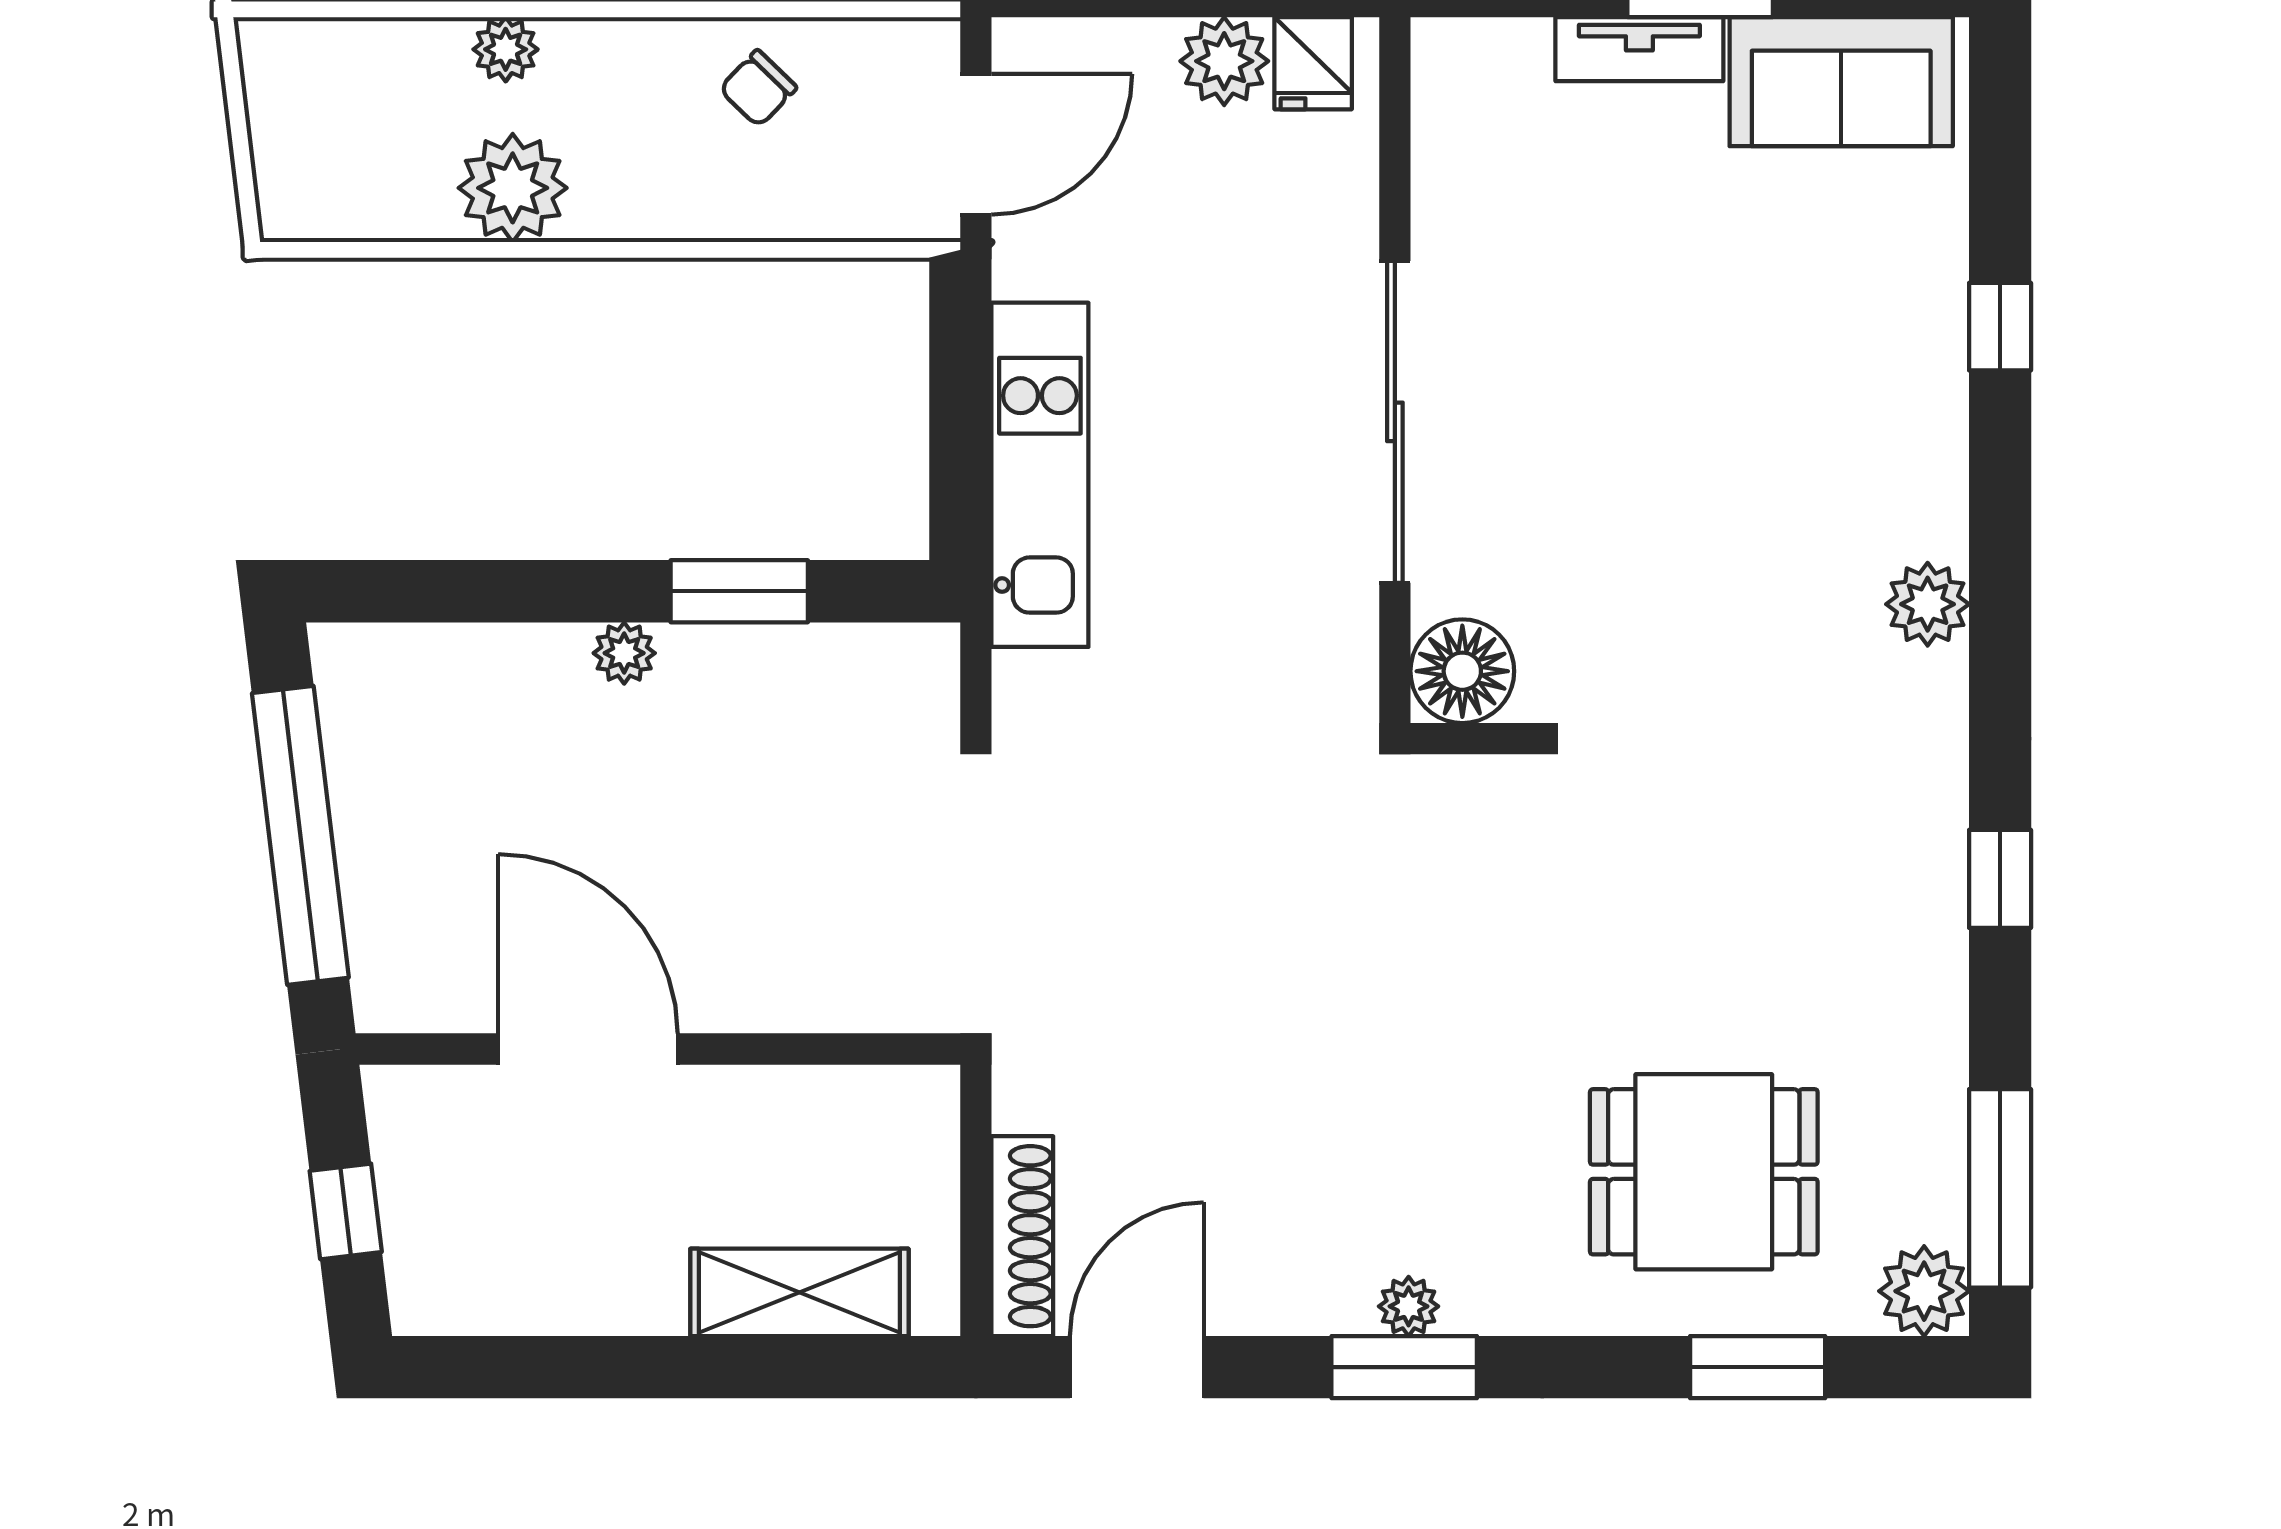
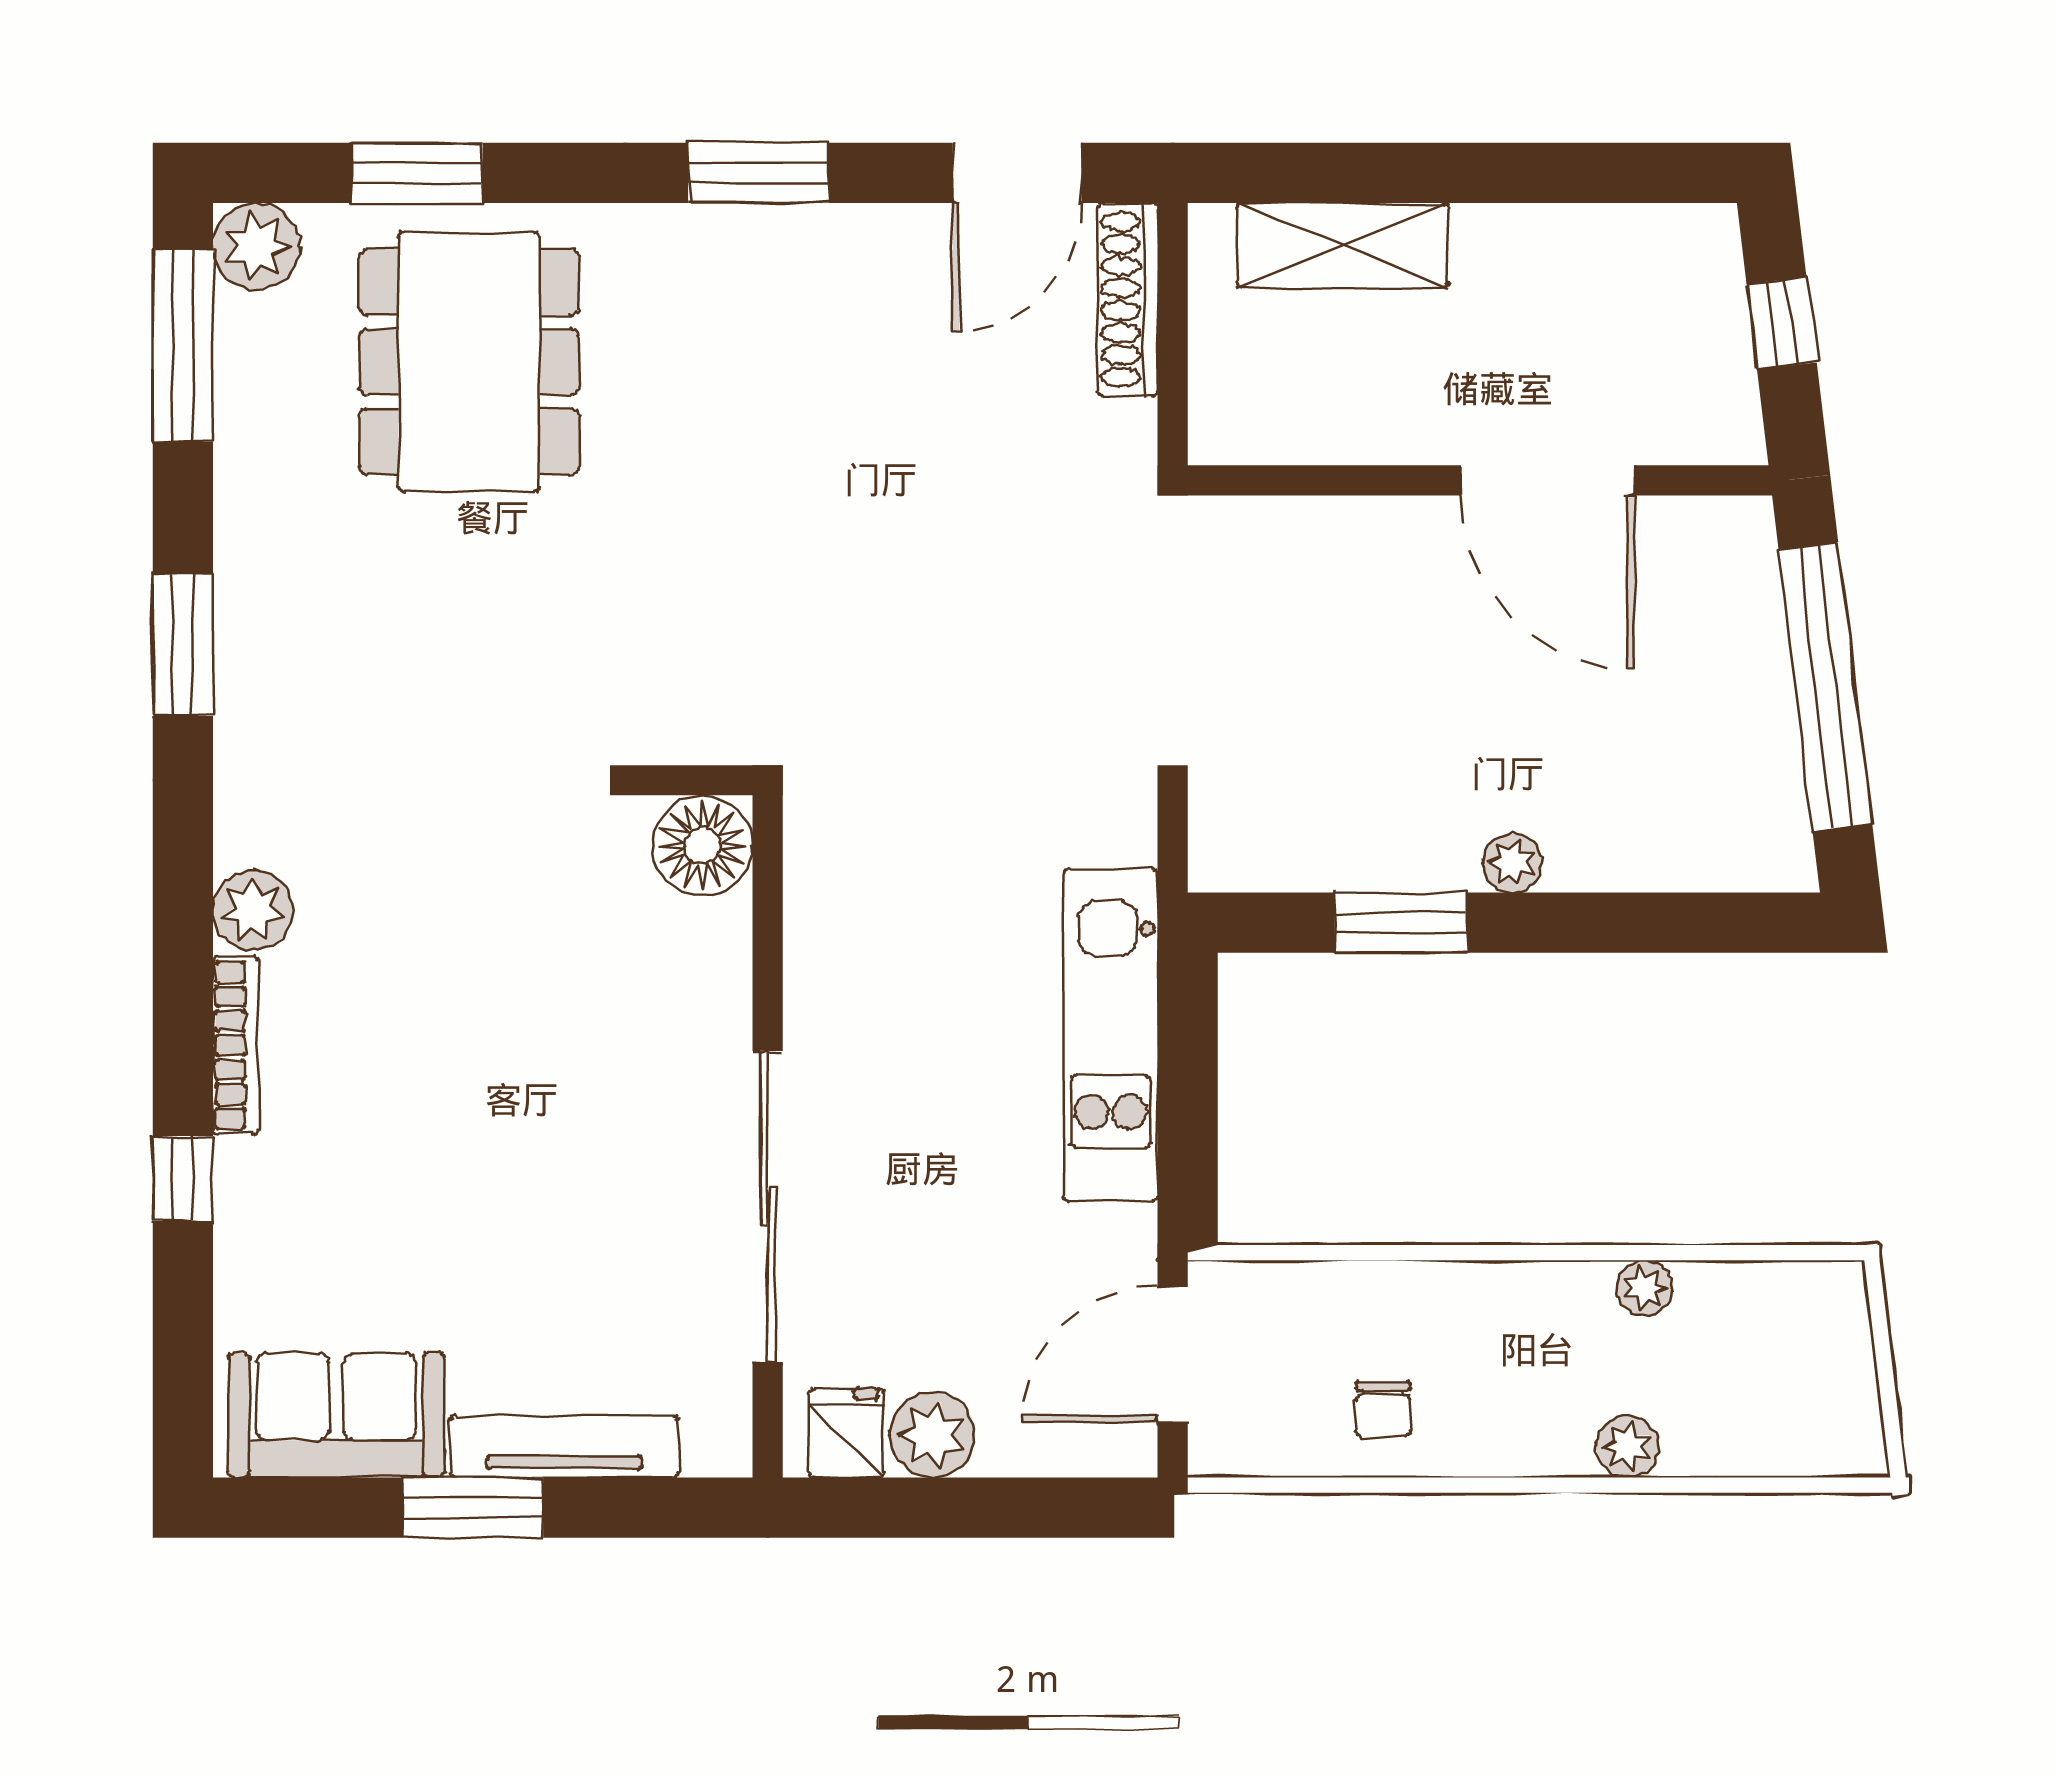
tv unit: (1639, 49) -> (565, 1447), width x1.41
chair: (758, 88) -> (1383, 1409), turned 136
plant: (513, 188) -> (1645, 1288), width x0.53, depth x0.53
sliding door: (1395, 422) -> (768, 1207), moved
bookcase: (1945, 464) -> (236, 1045), added
window: (2000, 879) -> (183, 645), width x1.50
dining table: (1704, 1172) -> (469, 362), width x1.38
plant: (1409, 1306) -> (754, 232), removed

